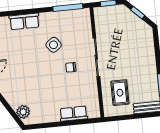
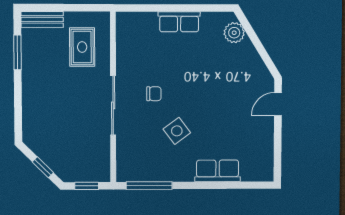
row of seats: (74, 114) -> (179, 22), moved

